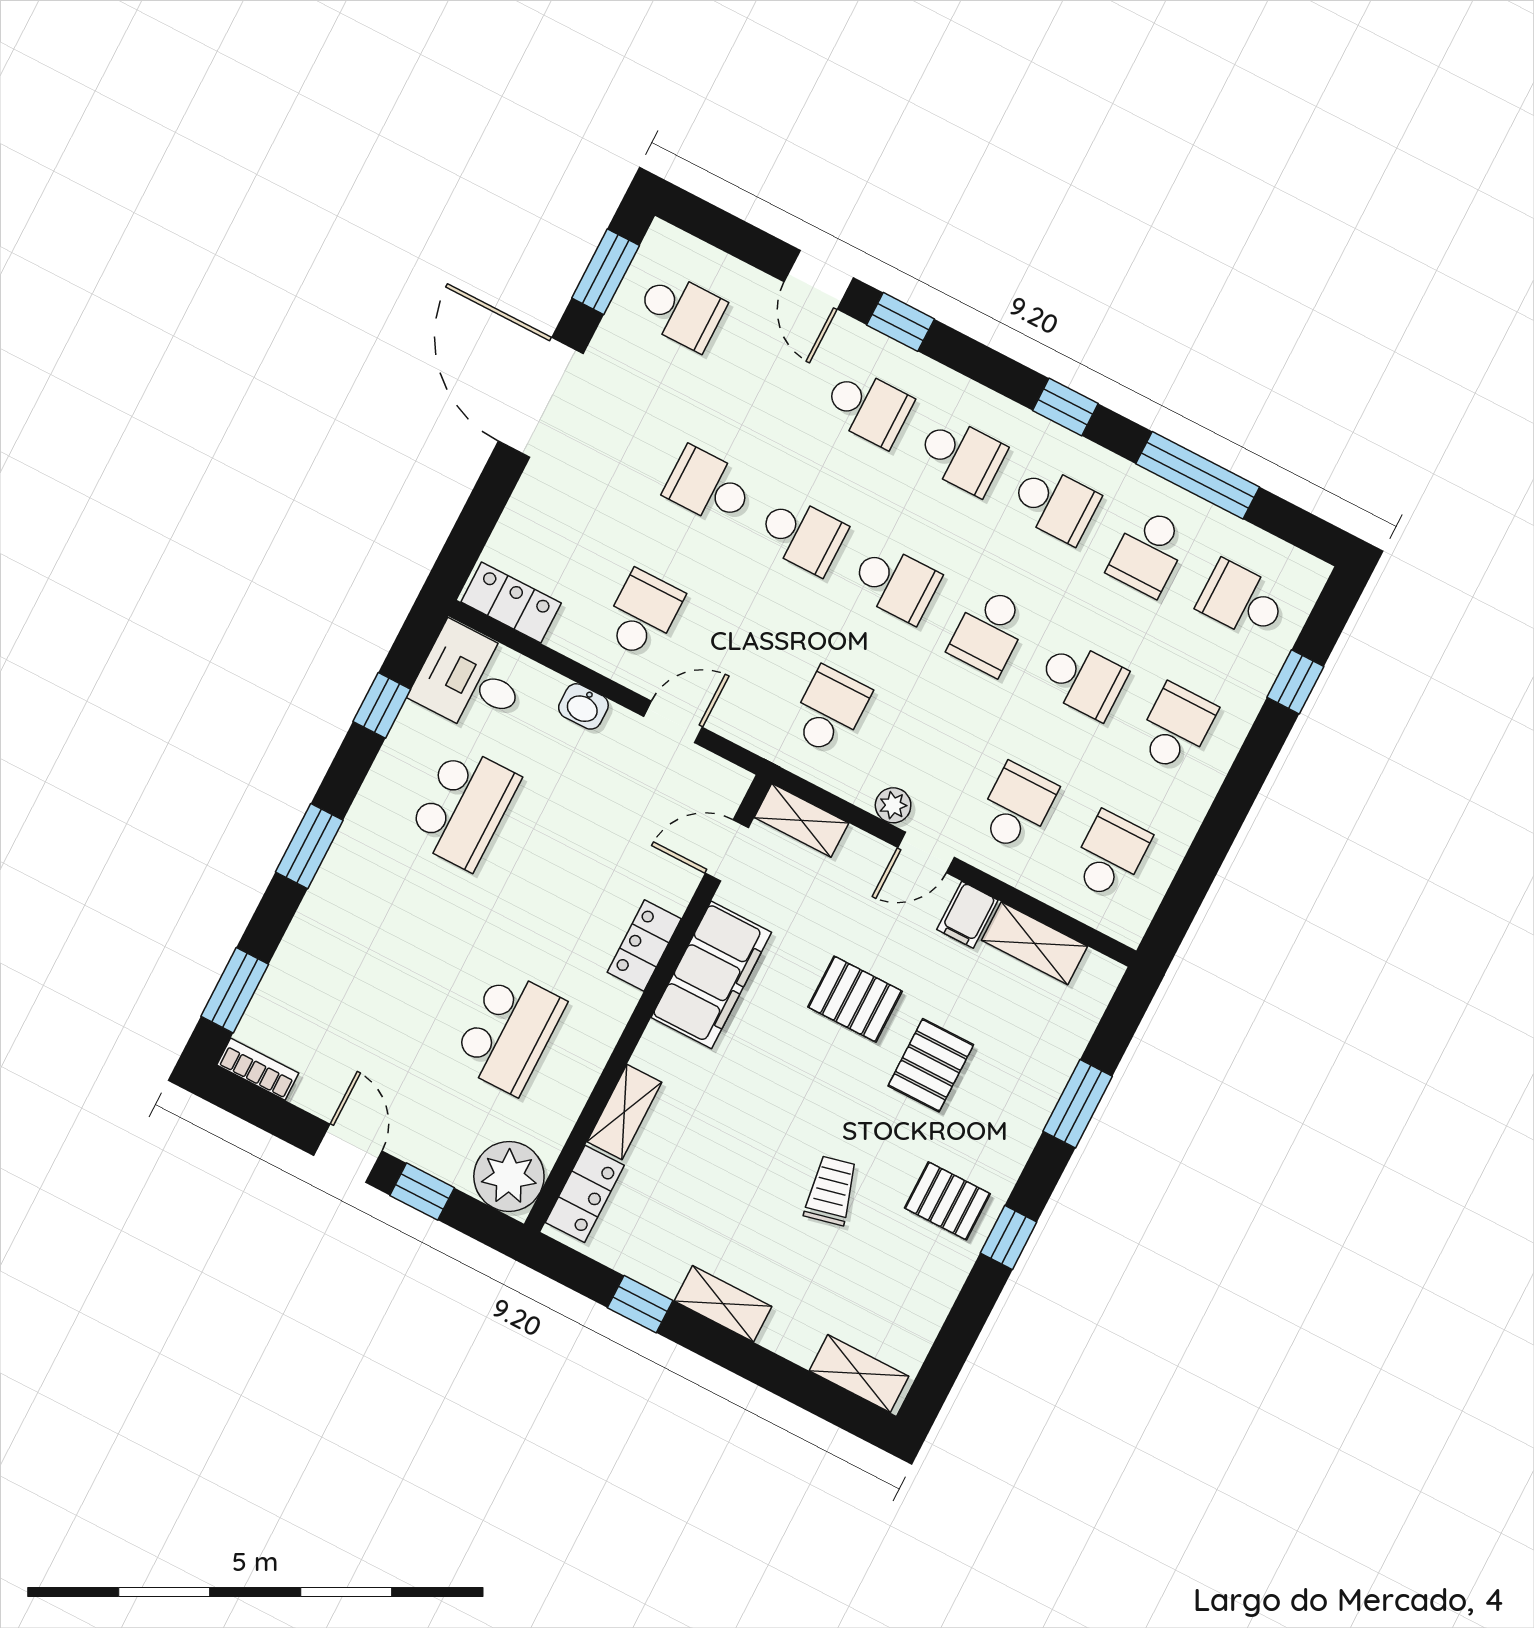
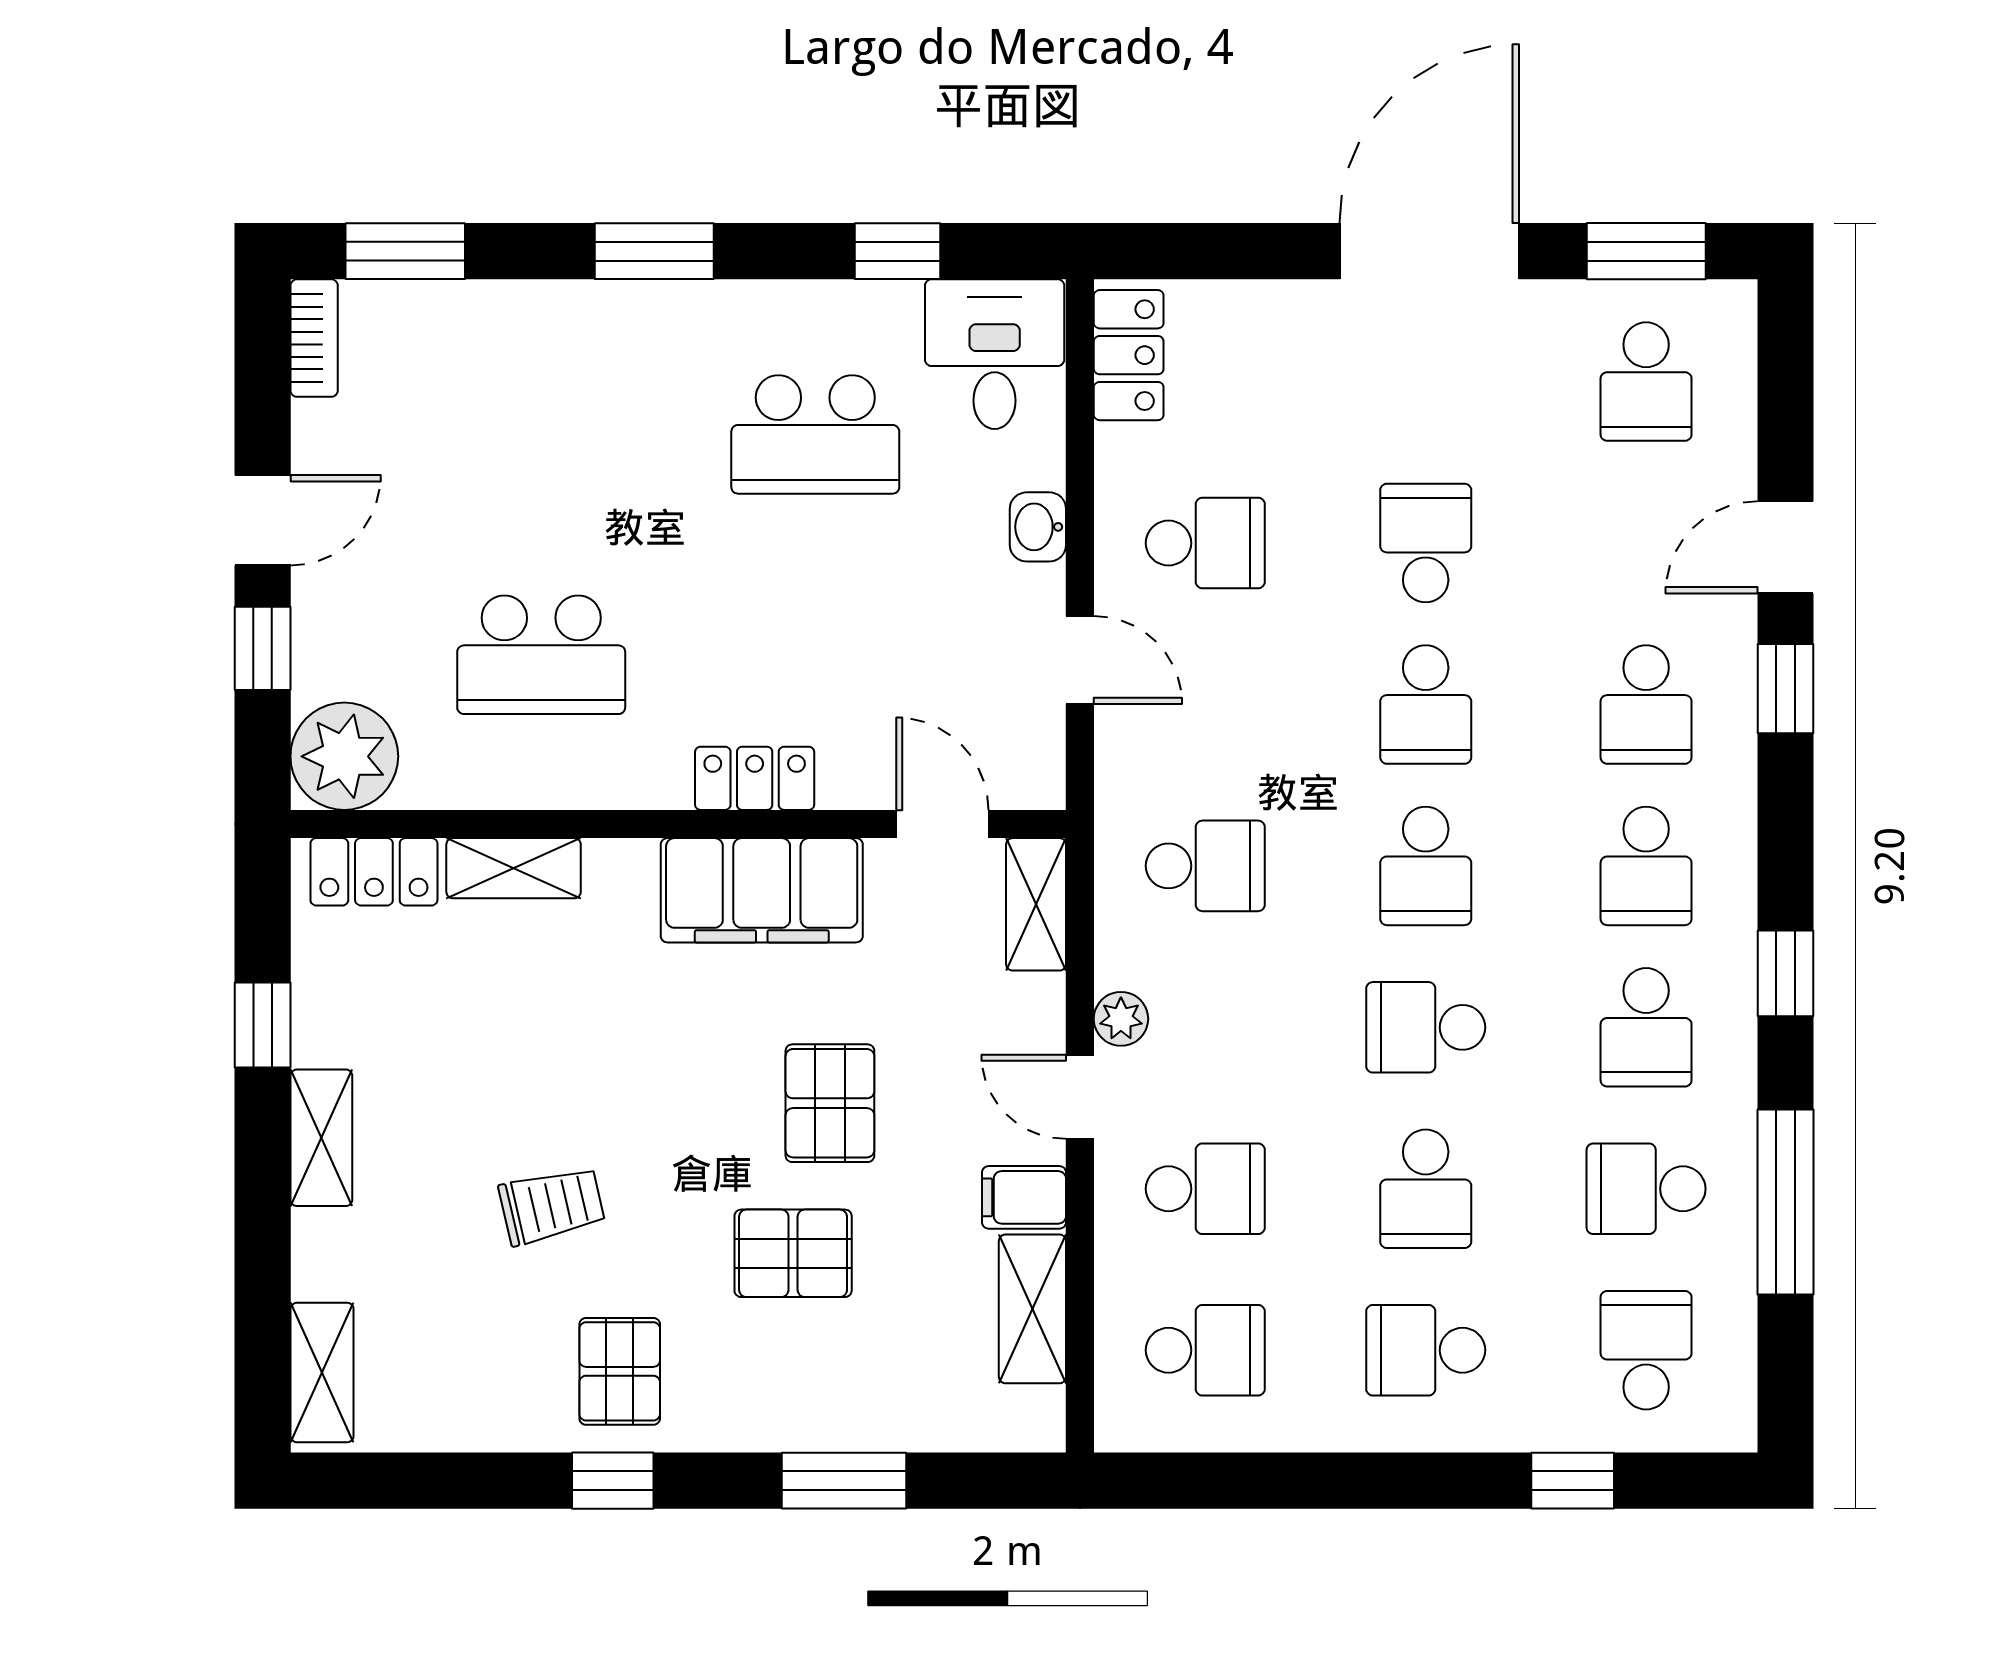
school desk: (1176, 728) -> (1426, 1350), turned 180

